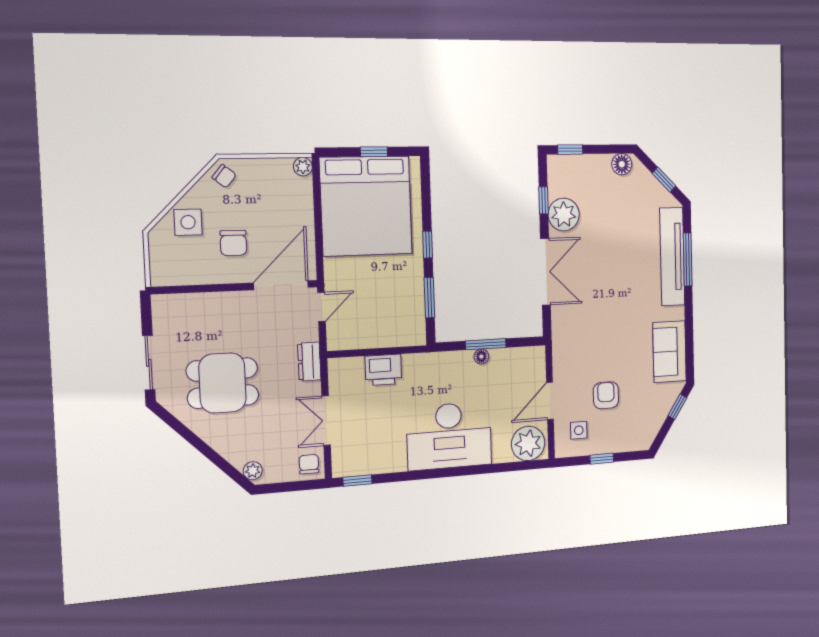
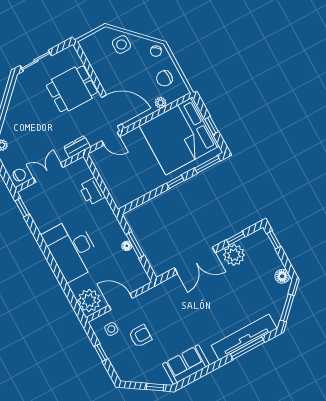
plant: (303, 167) -> (161, 103), moved
window: (664, 180) -> (287, 308), width x1.50
chair: (233, 243) -> (164, 78), moved
window: (429, 298) -> (207, 164), moved
dining table: (223, 383) -> (72, 89), moved, turned 90

